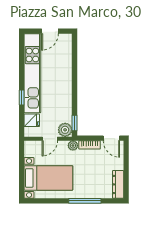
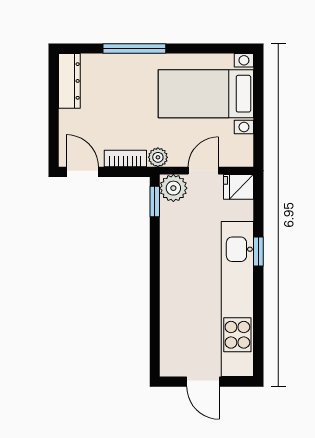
door: (50, 31) -> (203, 382), swing flipped
fridge: (32, 120) -> (239, 187), moved

